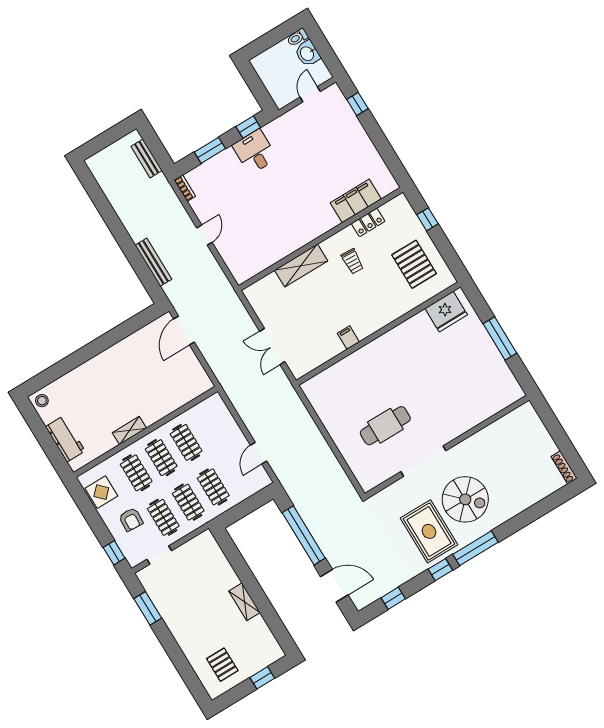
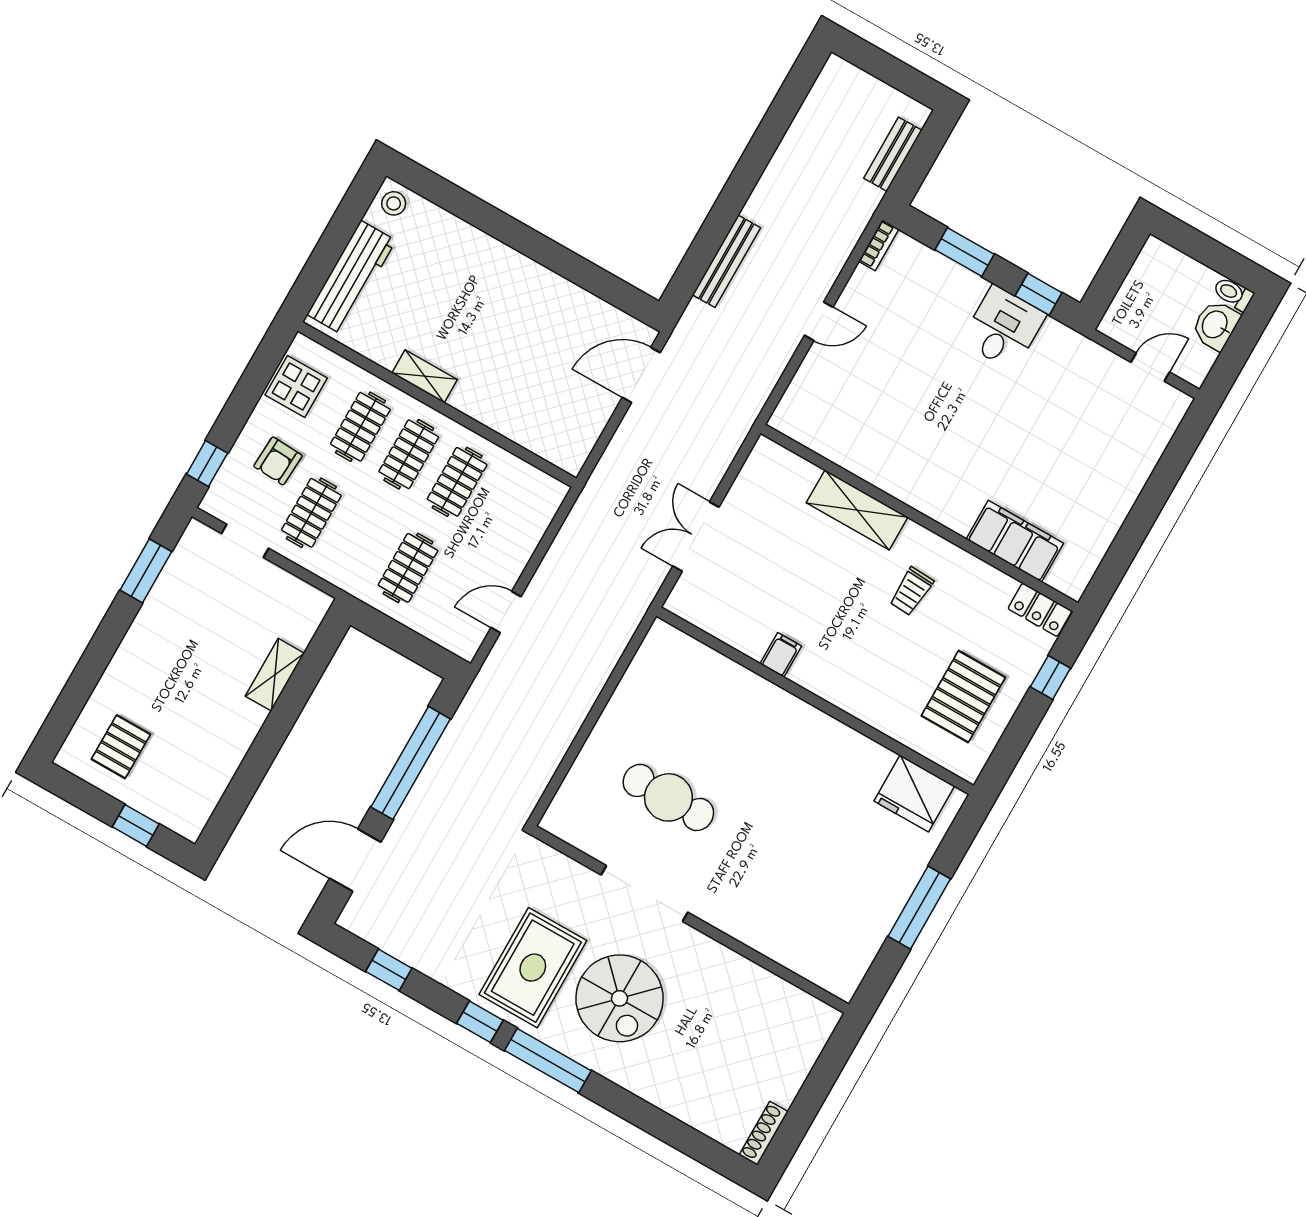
window: (357, 104) -> (1178, 455), removed
locker: (368, 222) -> (1040, 610), moved
workbench: (65, 439) -> (351, 277), width x1.38
clothes rail: (188, 502) -> (360, 540), removed
door: (334, 586) -> (355, 860), swing flipped
shelving: (244, 602) -> (275, 675), moved

